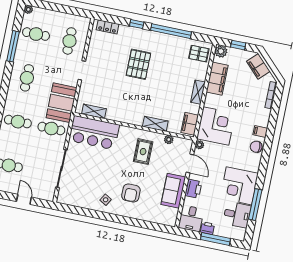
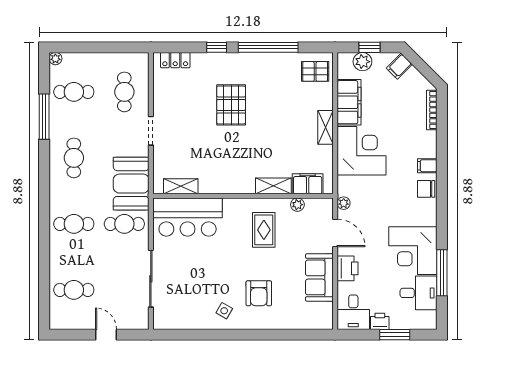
plant: (221, 51) -> (362, 62), moved
filing cabinet: (258, 66) -> (399, 66), width x0.50
filing cabinet: (190, 124) -> (308, 184), moved, turned 90
corner desk: (216, 126) -> (361, 151), moved
window: (215, 239) -> (395, 335), width x0.69

